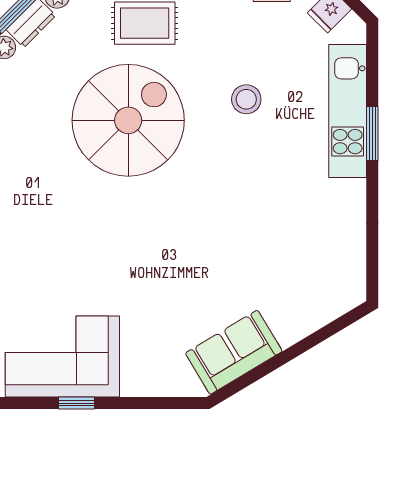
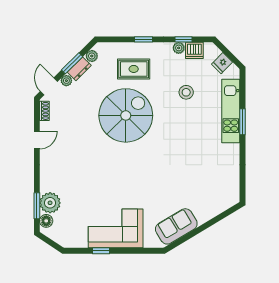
stool: (246, 99) -> (186, 92), moved
corner sofa: (62, 356) -> (116, 228), moved

